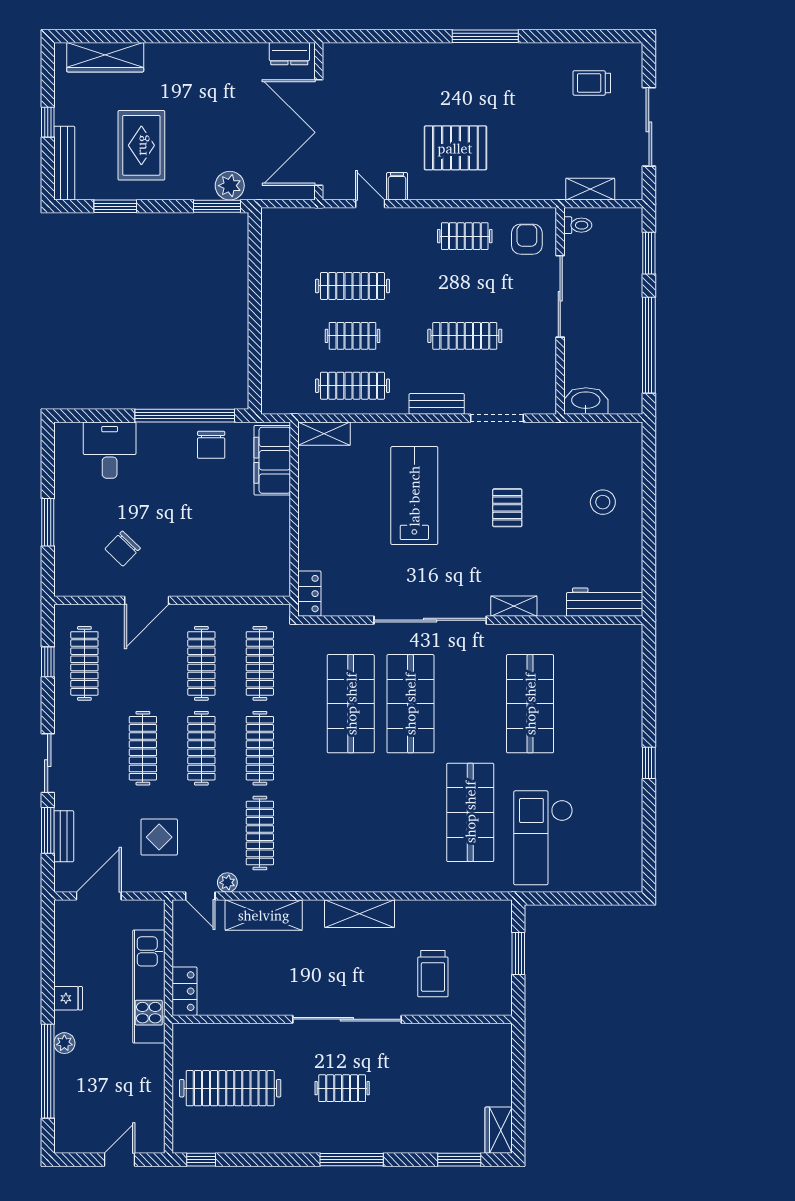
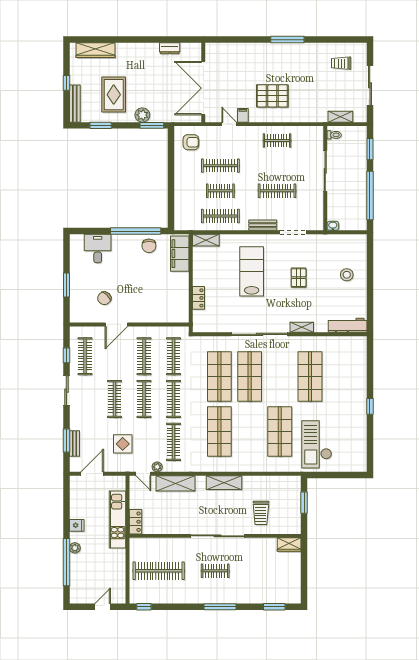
dresser: (289, 54) -> (170, 48), moved
plant: (230, 186) -> (142, 115), moved
armchair: (527, 239) -> (191, 142), moved, turned 90
washbasin: (586, 401) -> (333, 226), width x0.52, depth x0.69
locker: (309, 594) -> (199, 298), moved
sliding door: (48, 763) -> (66, 391), moved
shop shelf: (351, 812) -> (219, 431), added
wardrobe: (499, 1130) -> (289, 545), moved, turned -90

